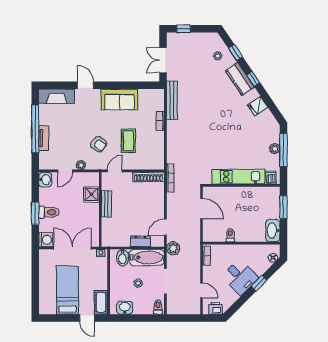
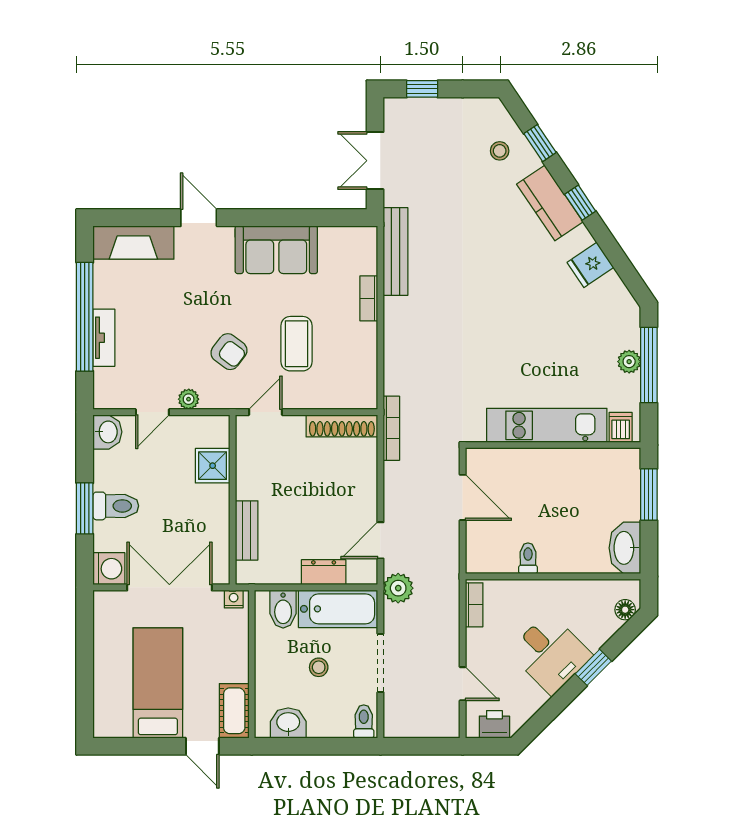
bench: (106, 204) -> (247, 530), moved

